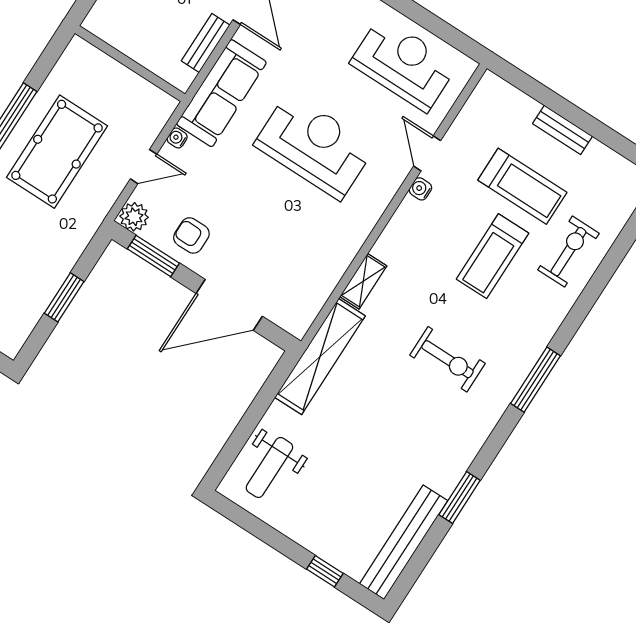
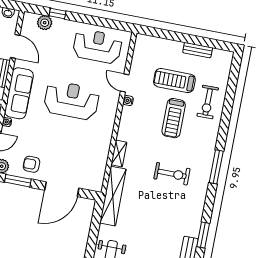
bench: (562, 130) -> (198, 50), moved
treadmill: (522, 186) -> (174, 81), turned 180
exercise bike: (568, 252) -> (208, 102), turned 180

